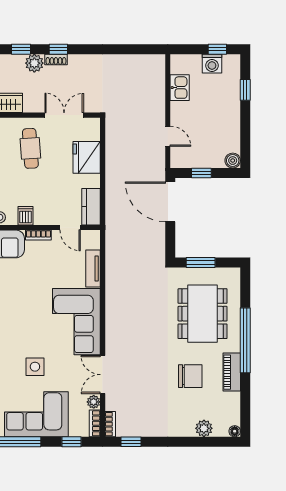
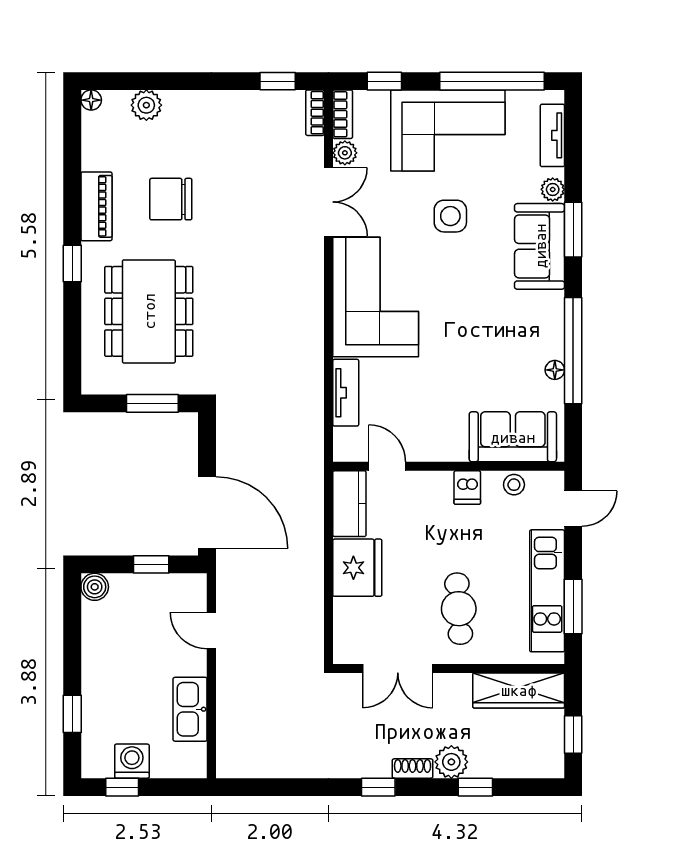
window: (58, 49) -> (378, 787), moved
kitchen sink: (180, 88) -> (190, 709), width x1.38
fridge: (87, 157) -> (357, 568), moved
bookcase: (38, 235) -> (444, 453), removed
window: (245, 340) -> (72, 264), width x0.32

